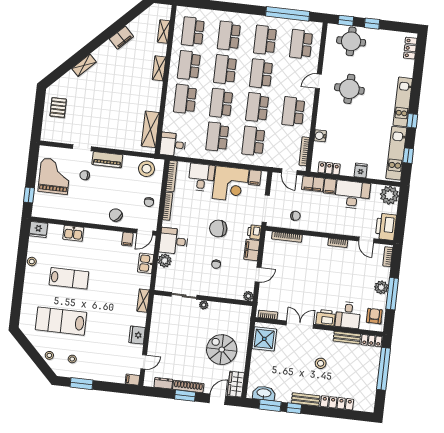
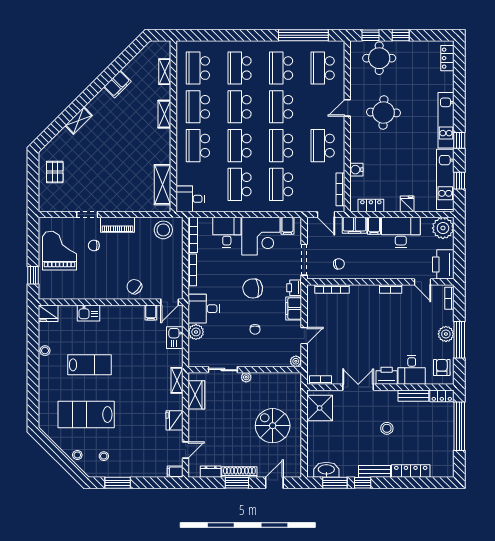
chair: (149, 202) -> (170, 268), removed
wardrobe: (236, 384) -> (196, 395), moved, turned 180

